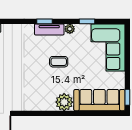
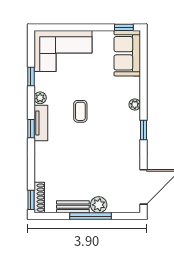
sofa: (99, 100) -> (127, 53), width x0.73
plant: (64, 102) -> (135, 105), width x0.53, depth x0.53
window: (43, 113) -> (144, 130), added

